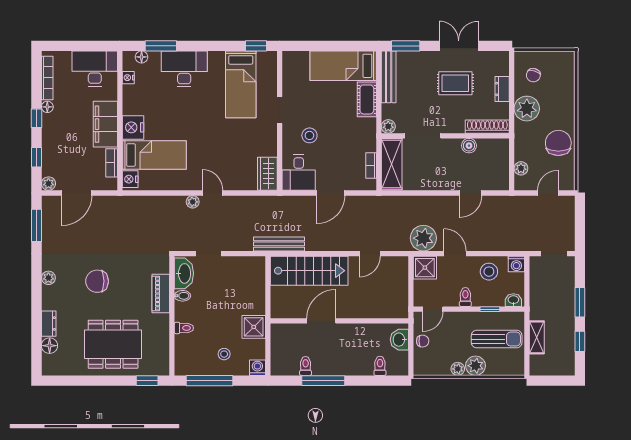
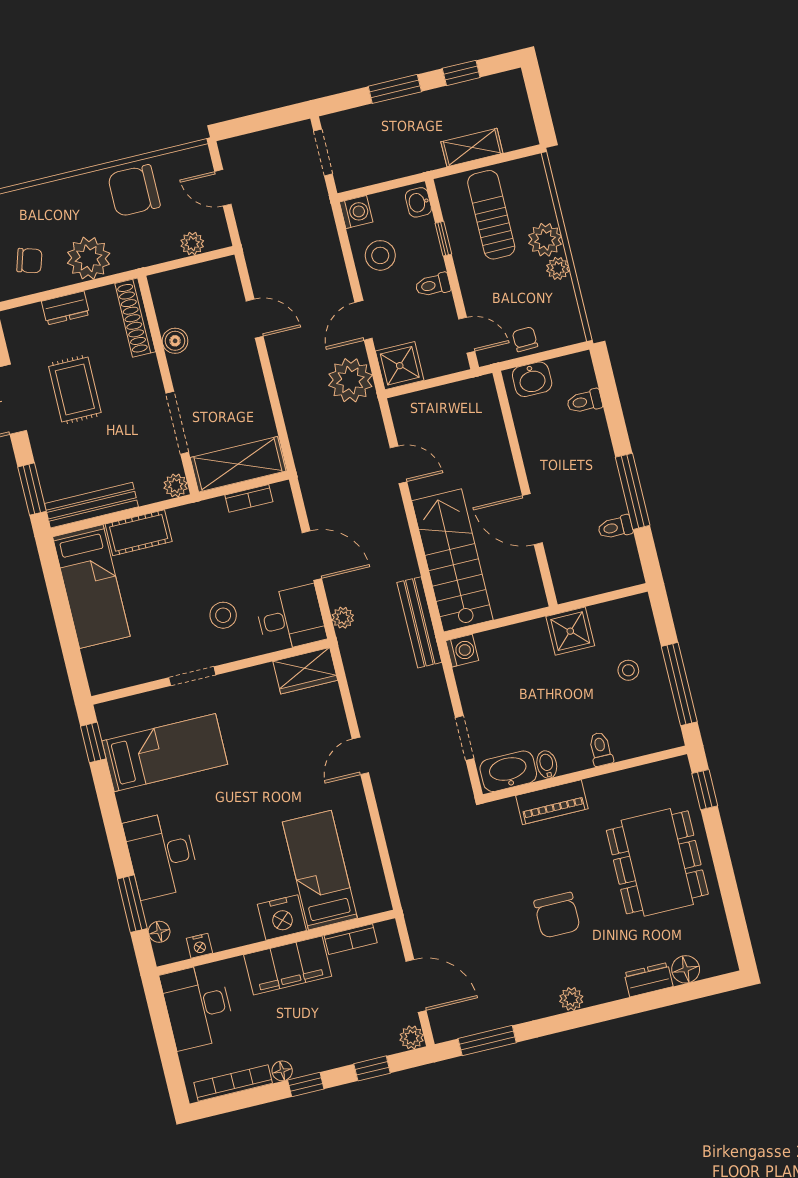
nightstand: (130, 179) -> (371, 901), removed
plant: (193, 202) -> (343, 618), moved
washing machine: (257, 368) -> (462, 651), moved, turned 180

